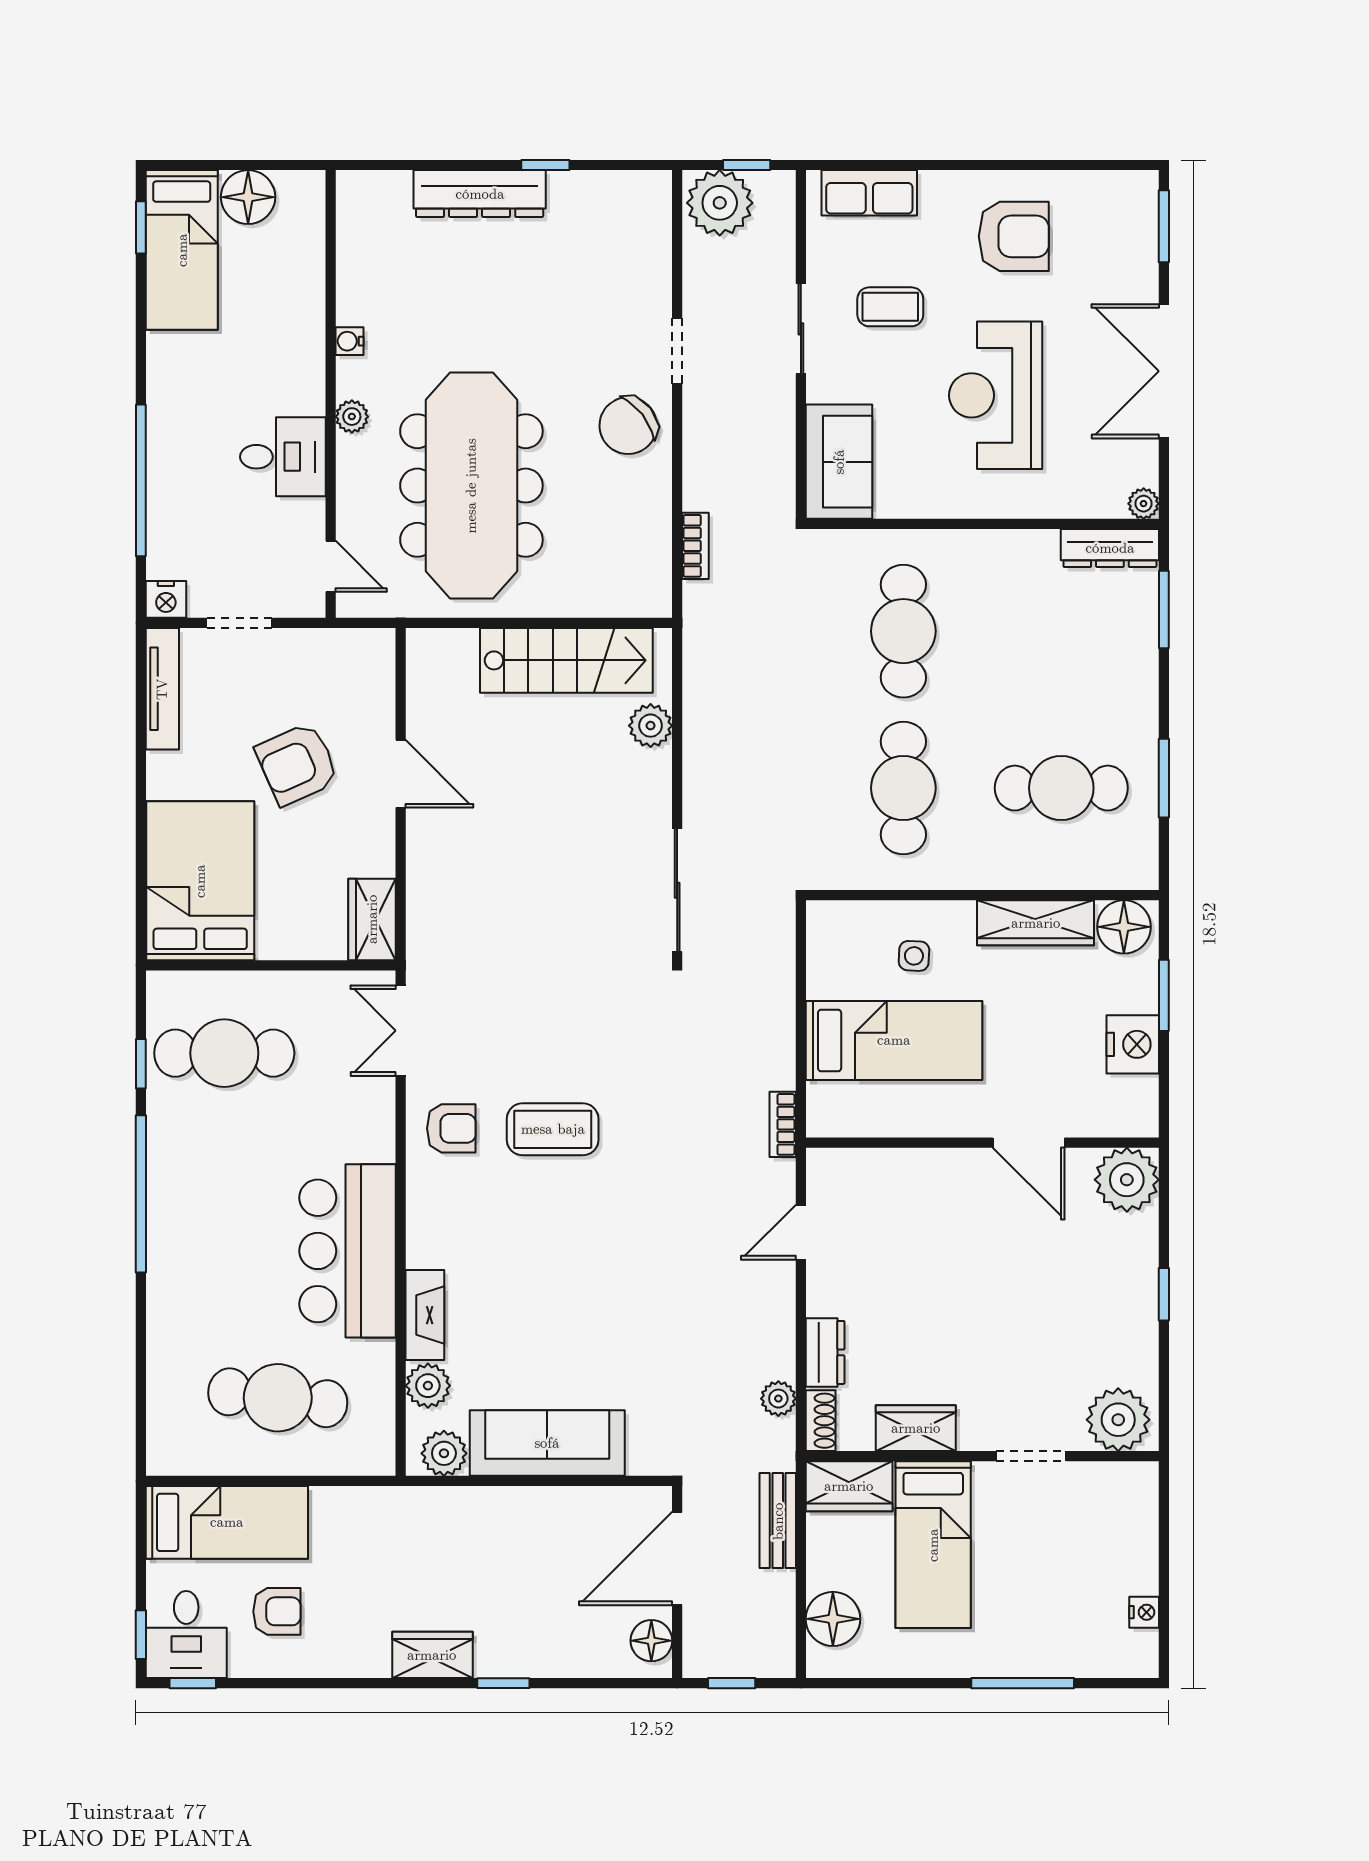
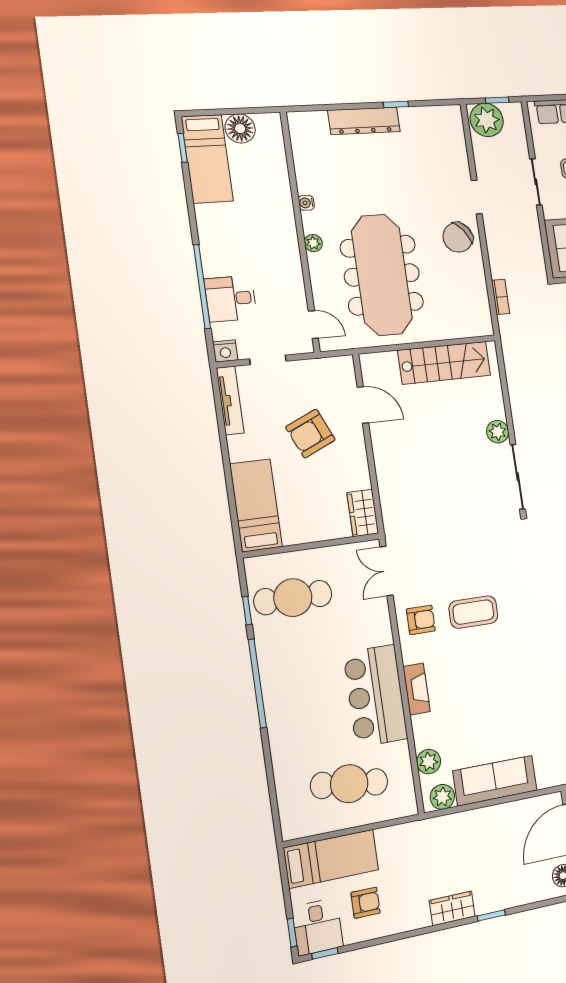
desk: (283, 457) -> (231, 299), moved, turned 180
plant: (651, 726) -> (498, 432), moved
door: (401, 774) -> (363, 405), moved
bed: (200, 881) -> (256, 505), width x0.67
fireplace: (425, 1315) -> (417, 689), moved

